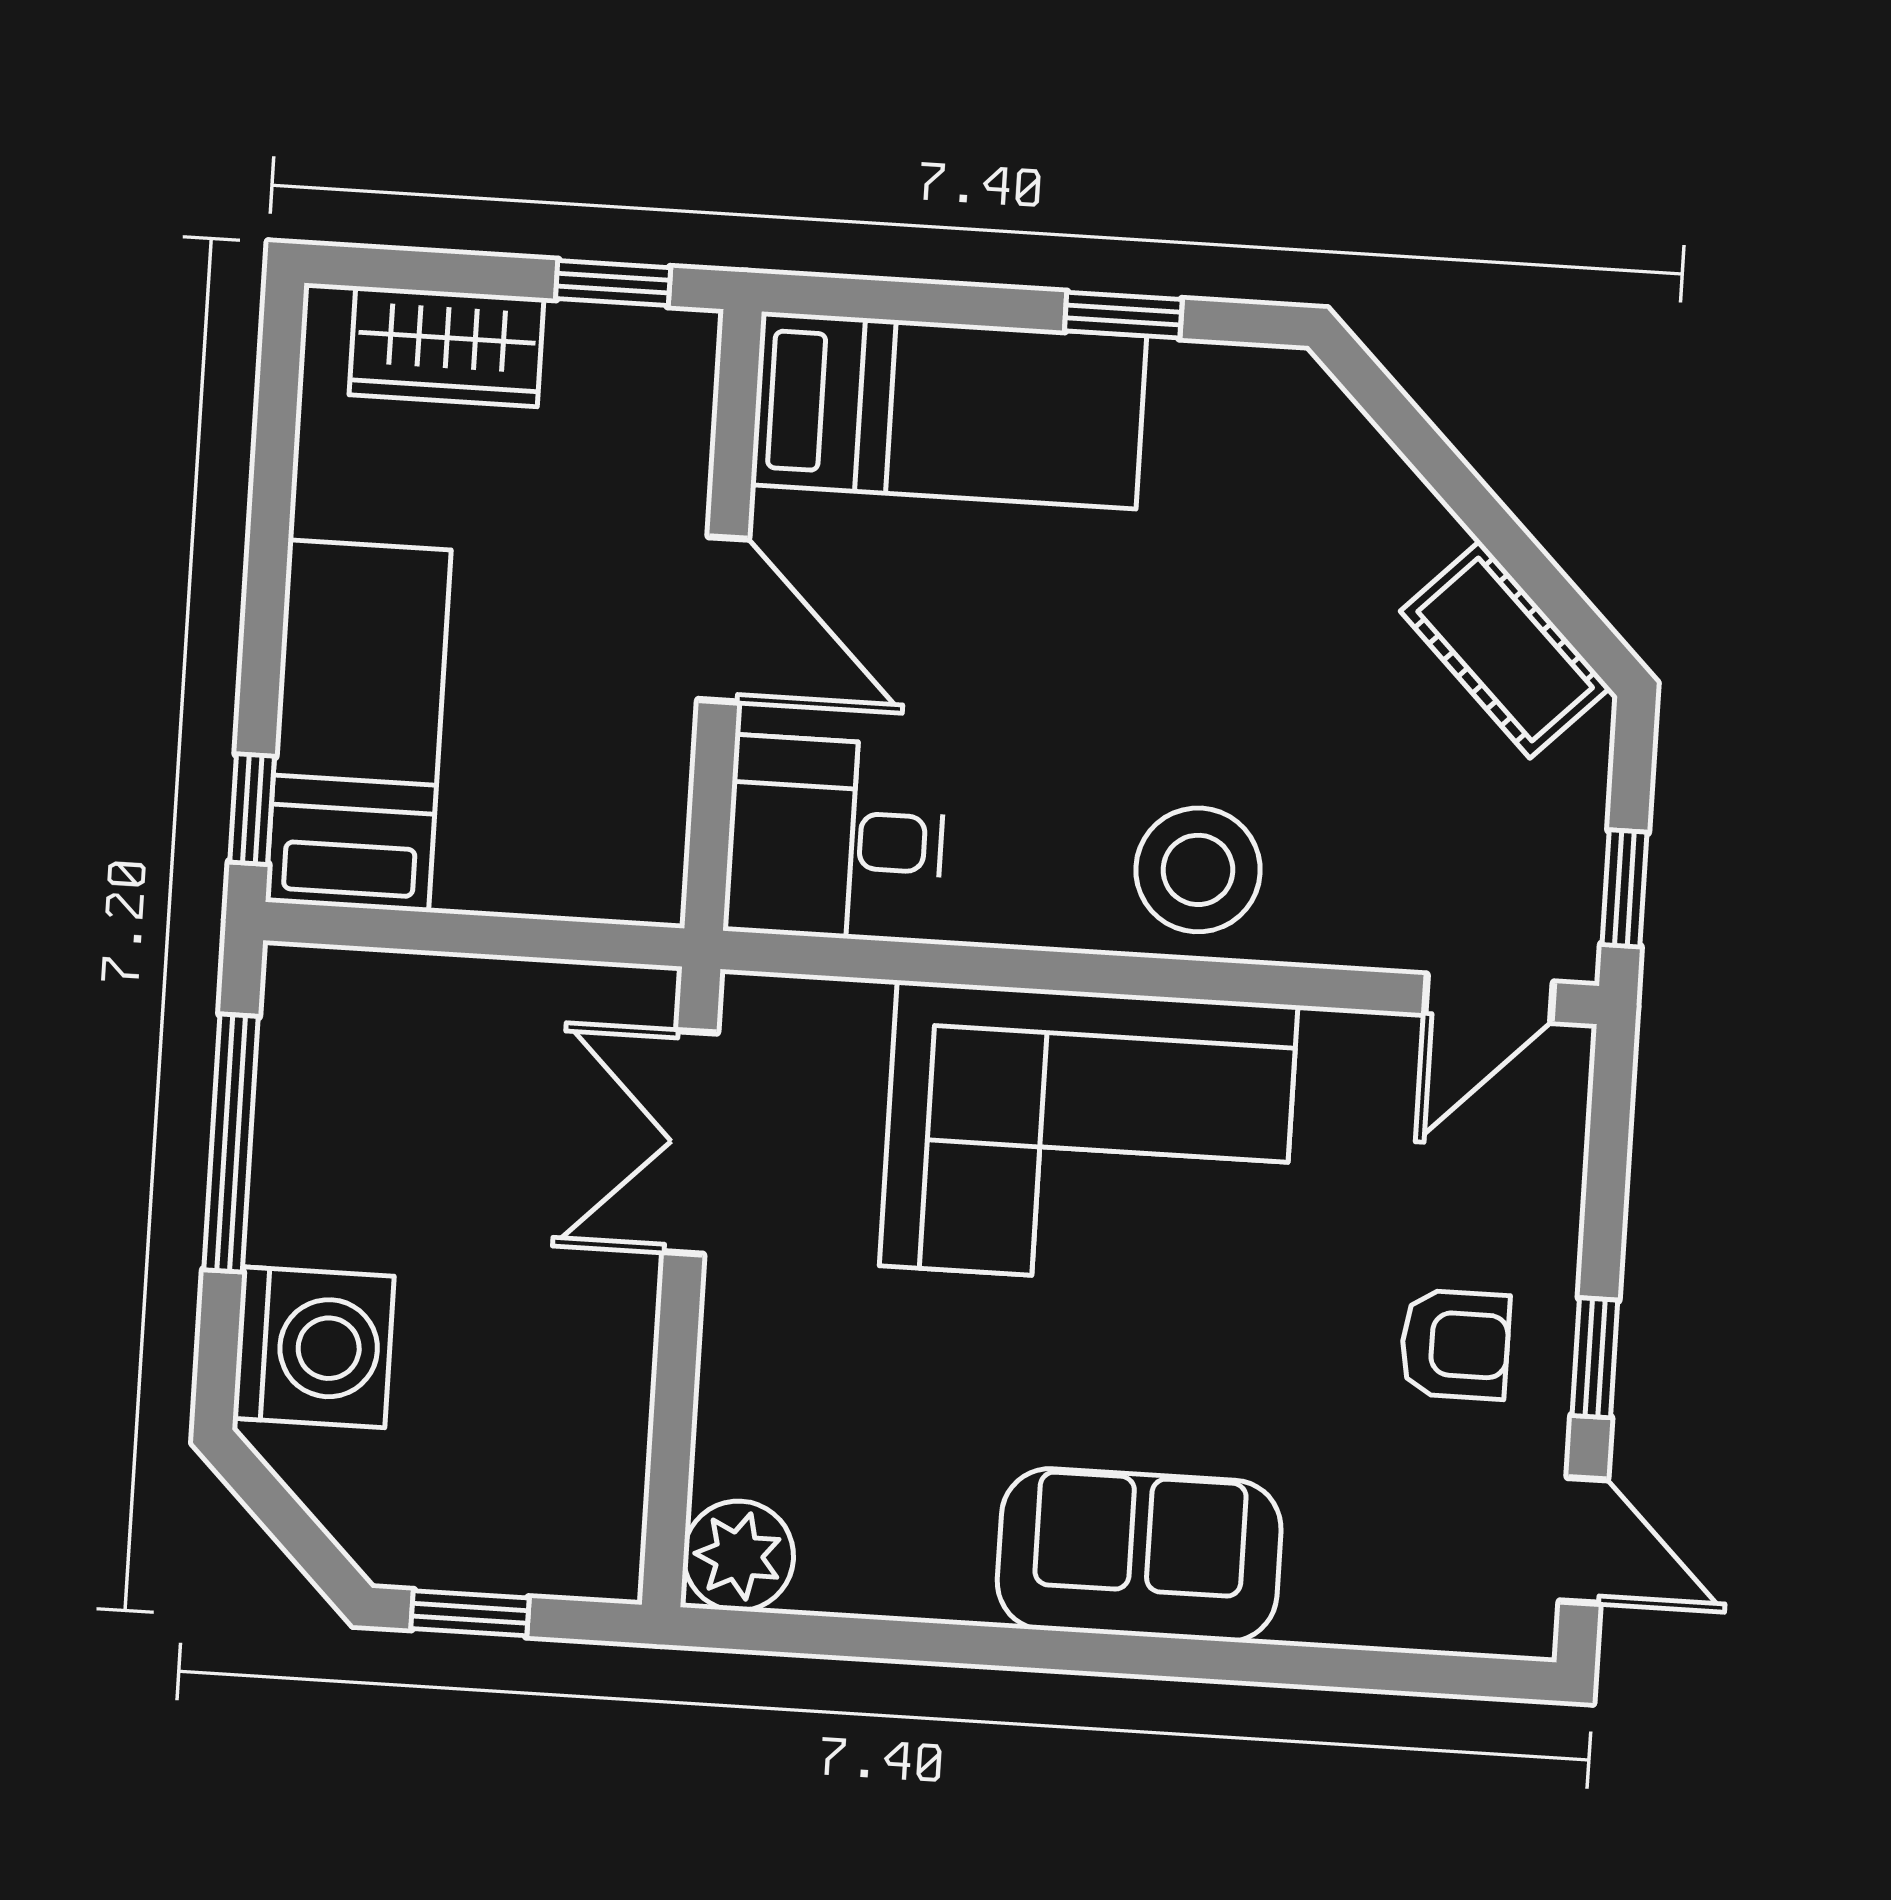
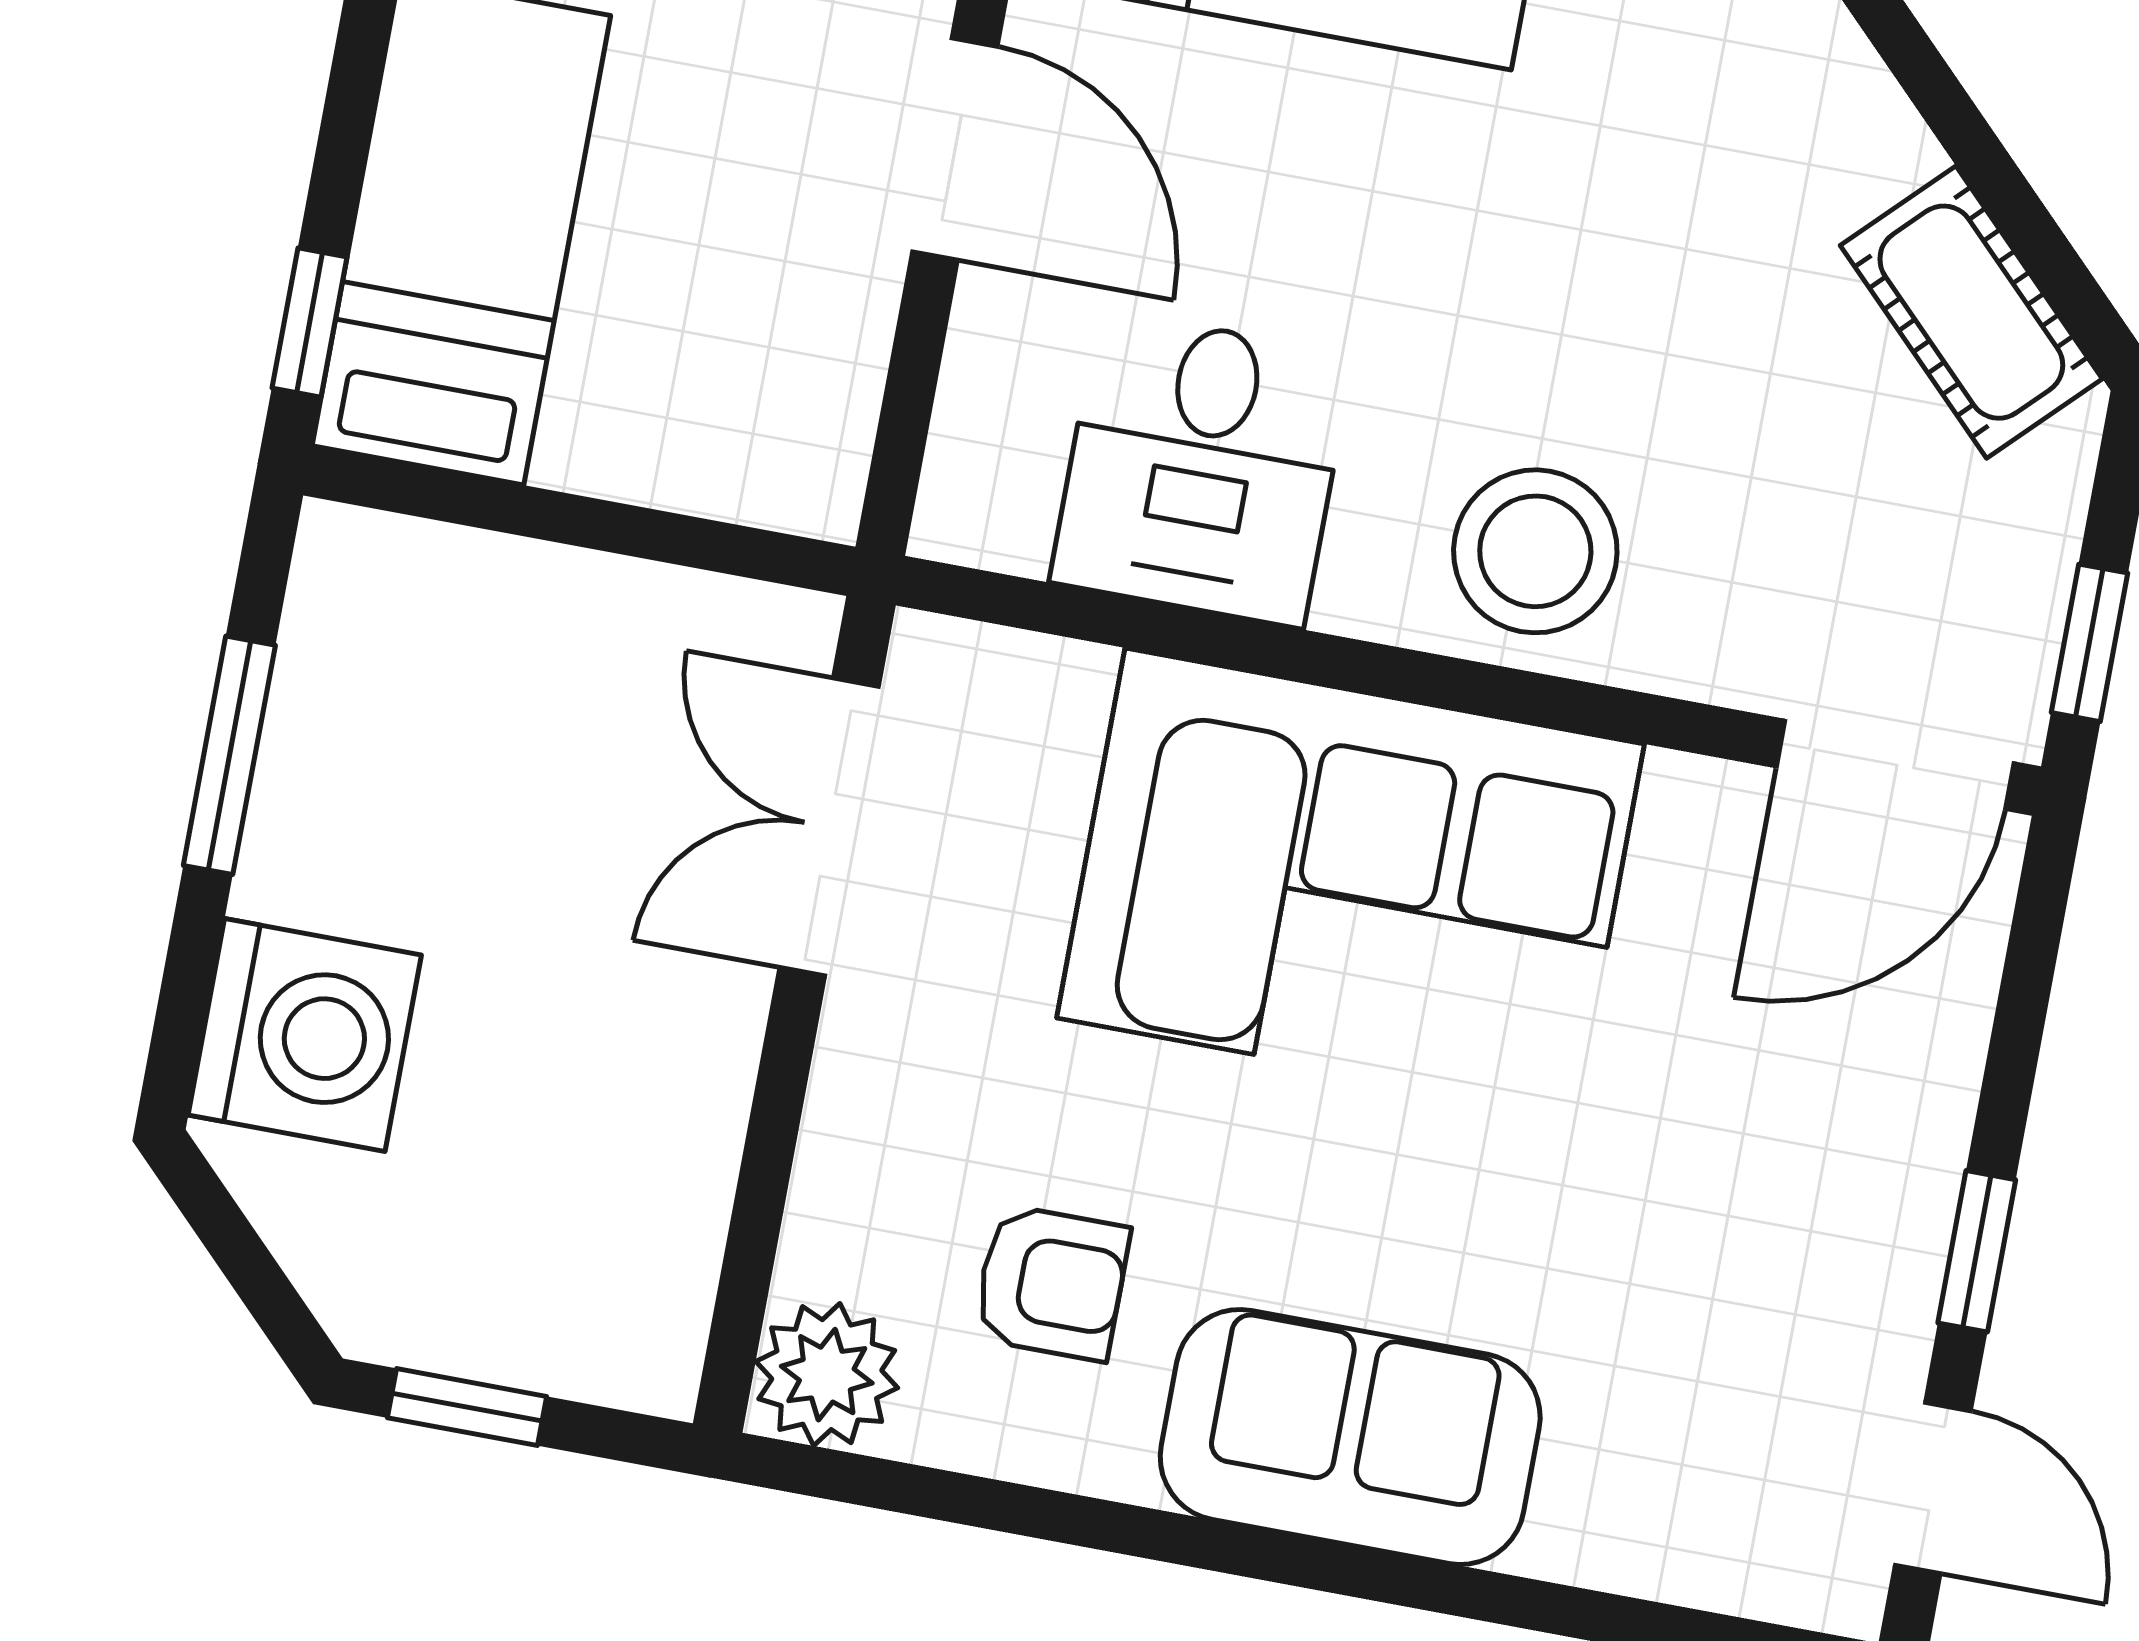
desk: (835, 839) -> (1202, 469), moved, turned -90
door: (1489, 998) -> (1895, 765), width x1.38
window: (231, 1143) -> (229, 755), width x0.69
armchair: (1455, 1344) -> (1051, 1283), moved

